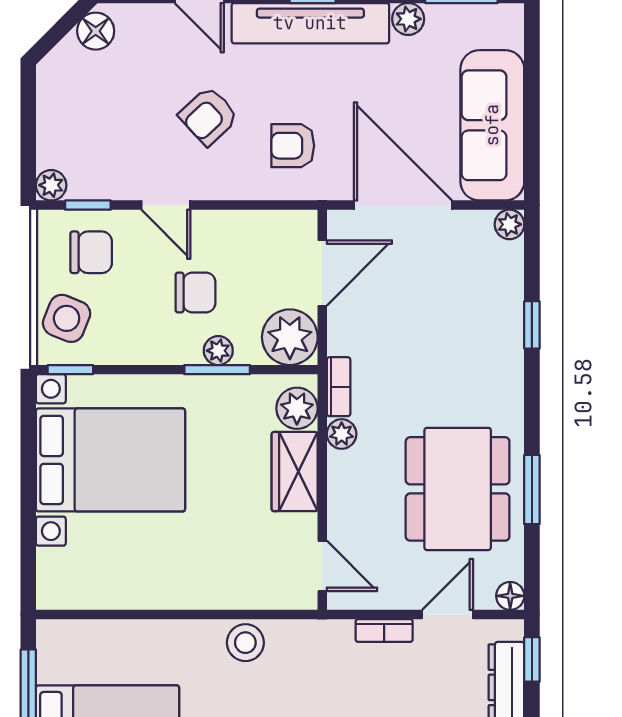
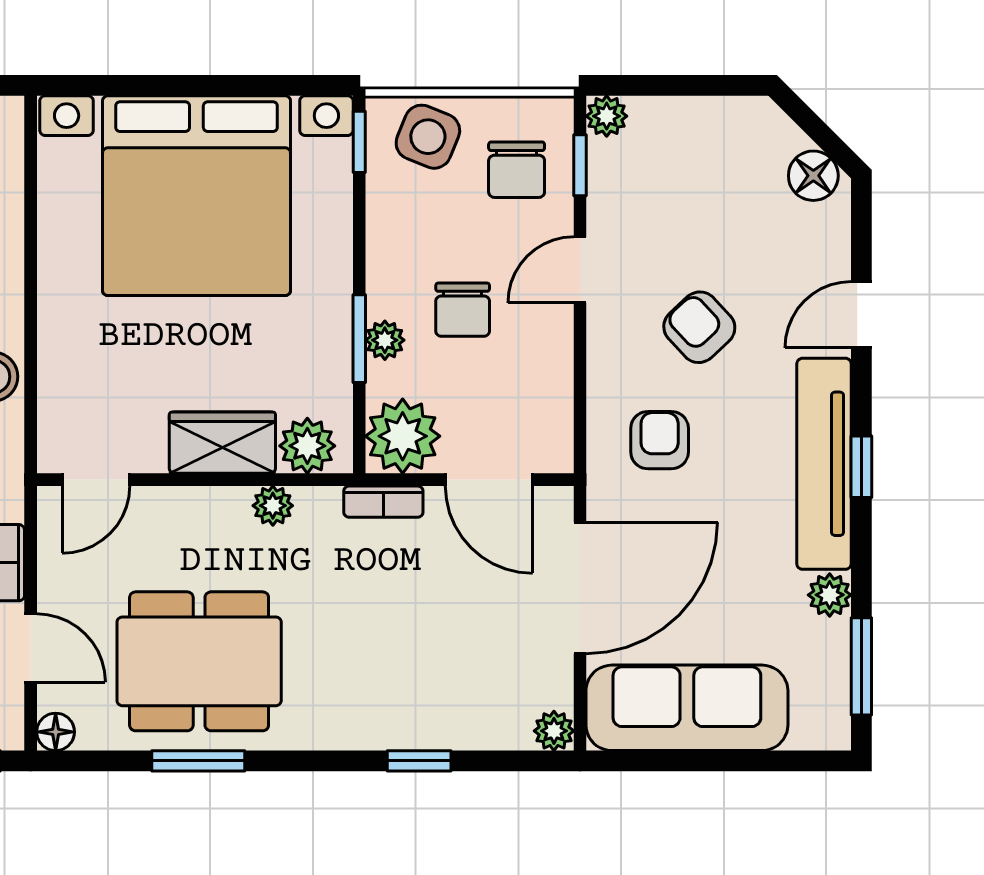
bookcase: (339, 387) -> (383, 502), moved
bed with nightstands: (111, 460) -> (196, 196), width x1.36

